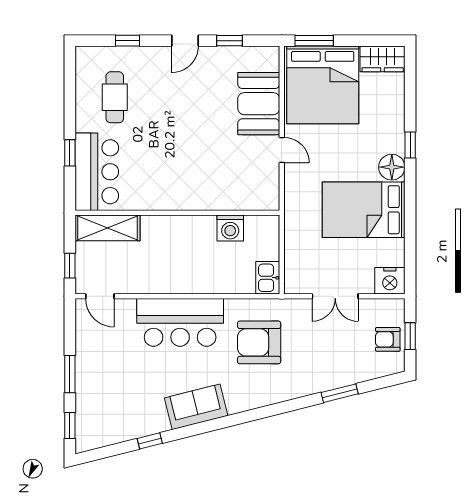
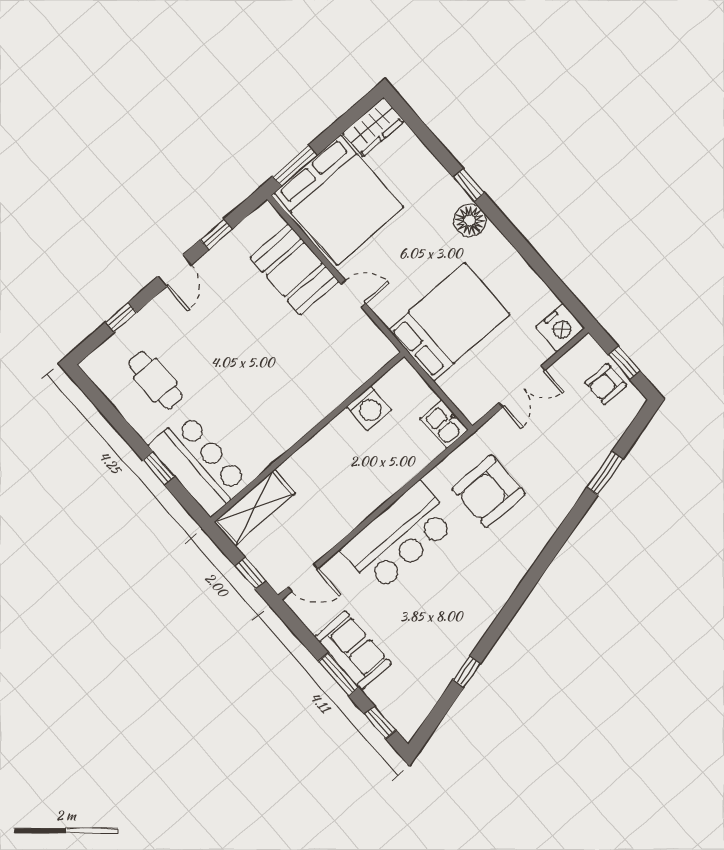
bed: (364, 210) -> (449, 322), moved, turned 180
sofa: (196, 407) -> (353, 650), moved, turned 104

